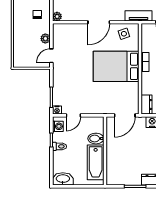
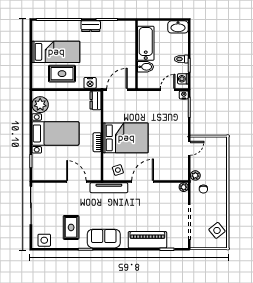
tv unit: (138, 16) -> (109, 188), width x1.41
plant: (45, 39) -> (195, 175), moved

